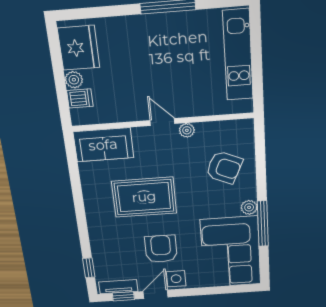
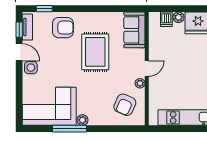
armchair: (224, 167) -> (125, 105), moved
armchair: (161, 249) -> (63, 28), moved

